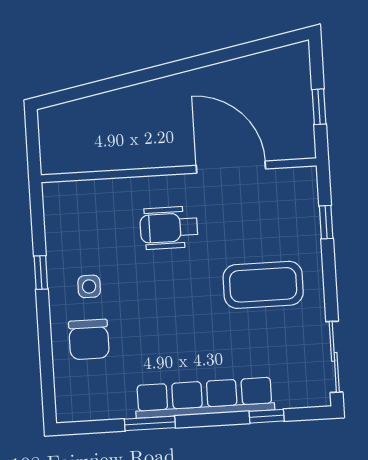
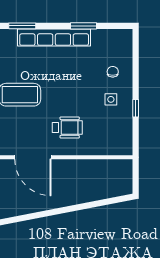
chair: (89, 339) -> (113, 72), width x0.54, depth x0.54
window: (267, 416) -> (22, 26), width x1.50

